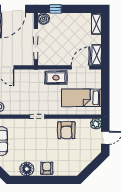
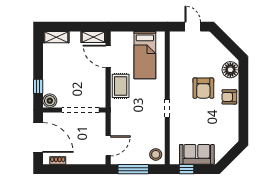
plant: (96, 124) -> (176, 38), removed
armchair: (66, 130) -> (203, 88), moved, turned 90
floor lamp: (27, 169) -> (230, 70), moved

